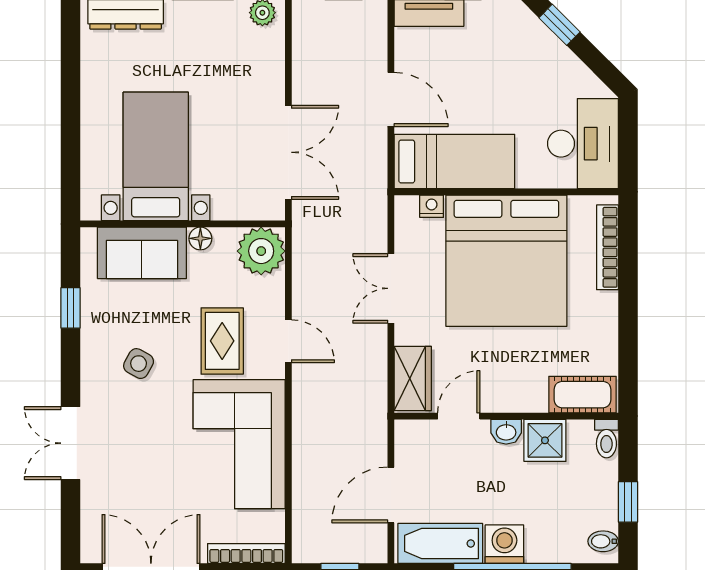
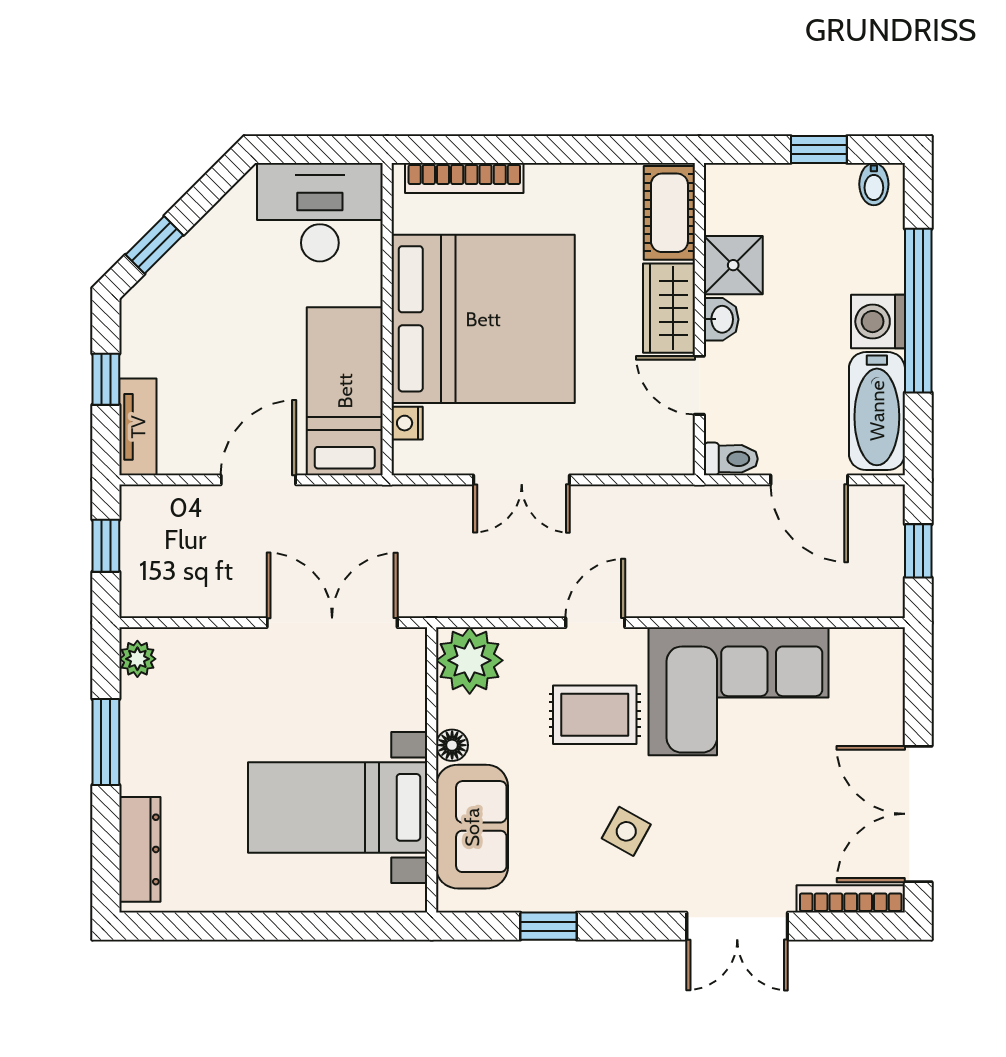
wardrobe: (413, 378) -> (669, 308), moved, turned -90
toilet: (606, 439) -> (731, 459), moved
bookcase: (246, 554) -> (851, 899), moved, turned 90

